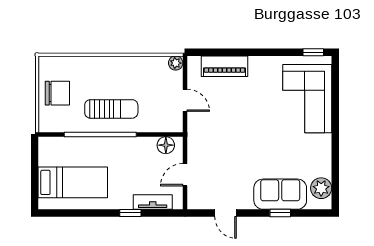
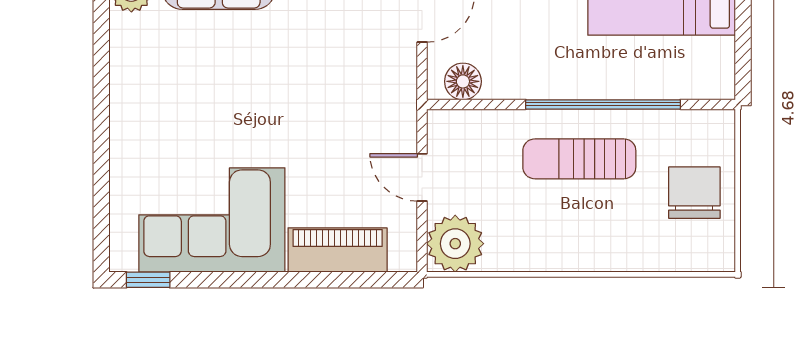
plant: (176, 63) -> (455, 244), width x1.87, depth x1.87
chair: (57, 93) -> (694, 193), turned 90
corner sofa: (307, 99) -> (212, 220), moved, turned -90

